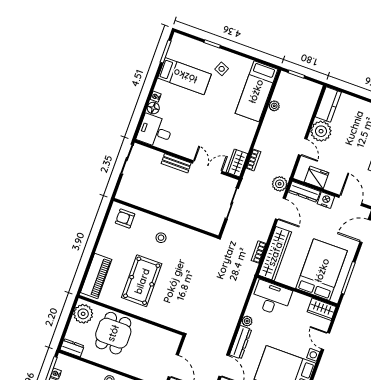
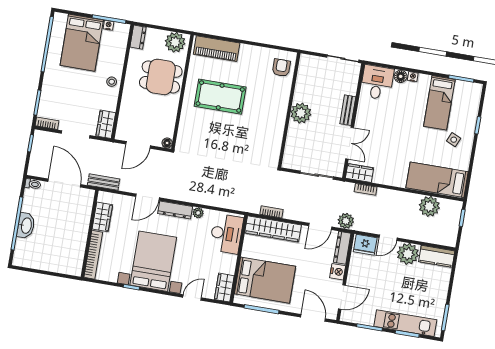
plant: (274, 106) -> (429, 206), width x1.88, depth x1.88
fridge: (317, 177) -> (365, 245), moved, turned 90
plant: (171, 208) -> (301, 113), added
stool: (161, 238) -> (268, 108), removed
floor lamp: (176, 338) -> (167, 143), added

